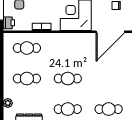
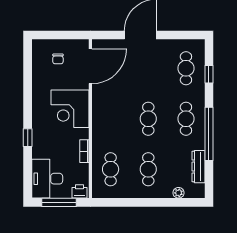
door: (110, 32) -> (90, 66), hinge flipped

